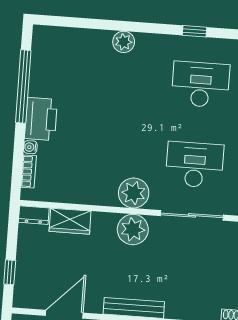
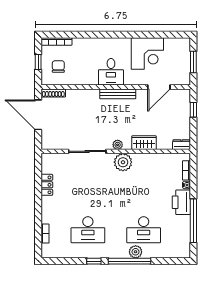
window: (135, 27) -> (130, 261), added
desk: (195, 165) -> (144, 230), moved
wardrobe: (70, 221) -> (144, 143), moved
plant: (133, 229) -> (118, 145), width x0.53, depth x0.53

